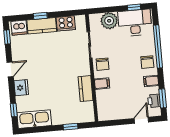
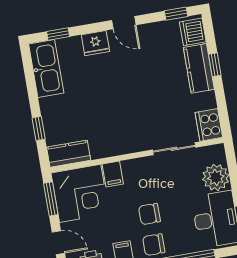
cooker: (66, 23) -> (209, 125), moved
chair: (102, 64) -> (149, 214), moved
kitchen counter: (86, 89) -> (69, 154), moved
corner desk: (112, 104) -> (80, 193), added
window: (114, 123) -> (51, 199), added

